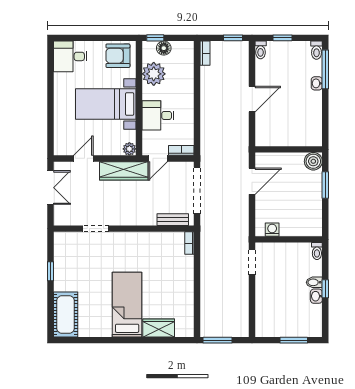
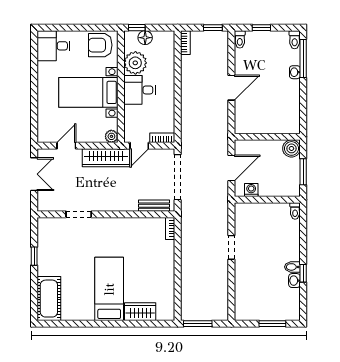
desk: (158, 115) -> (139, 90), moved
washing machine: (272, 230) -> (251, 190), moved
wall: (289, 239) -> (267, 200), moved
toilet: (317, 251) -> (295, 211), moved

